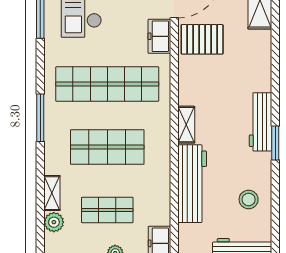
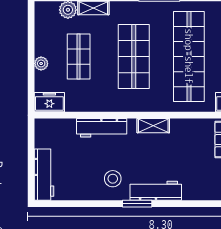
workbench: (192, 184) -> (102, 128), width x0.73, depth x0.76
stool: (249, 199) -> (113, 179), moved

